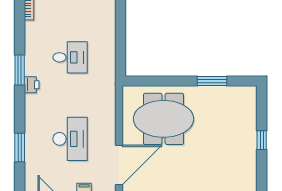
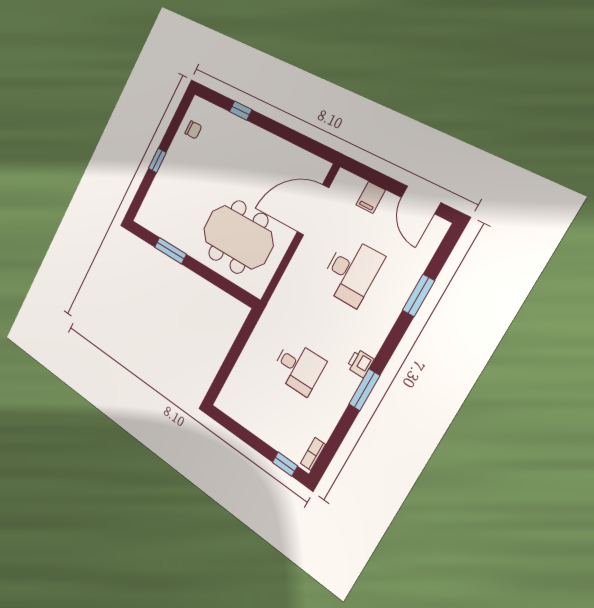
desk: (70, 57) -> (298, 367), turned 180
desk: (70, 139) -> (351, 272), turned 180
chair: (243, 176) -> (193, 130), added

